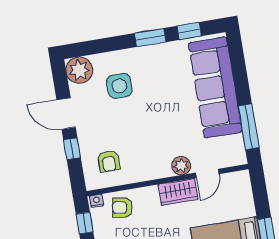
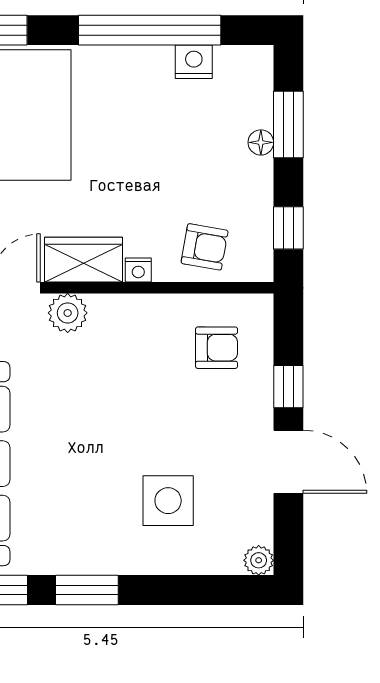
plant: (79, 70) -> (259, 560), width x0.53, depth x0.53
armchair: (109, 161) -> (217, 348), turned 90
nightstand: (97, 201) -> (138, 270), moved

